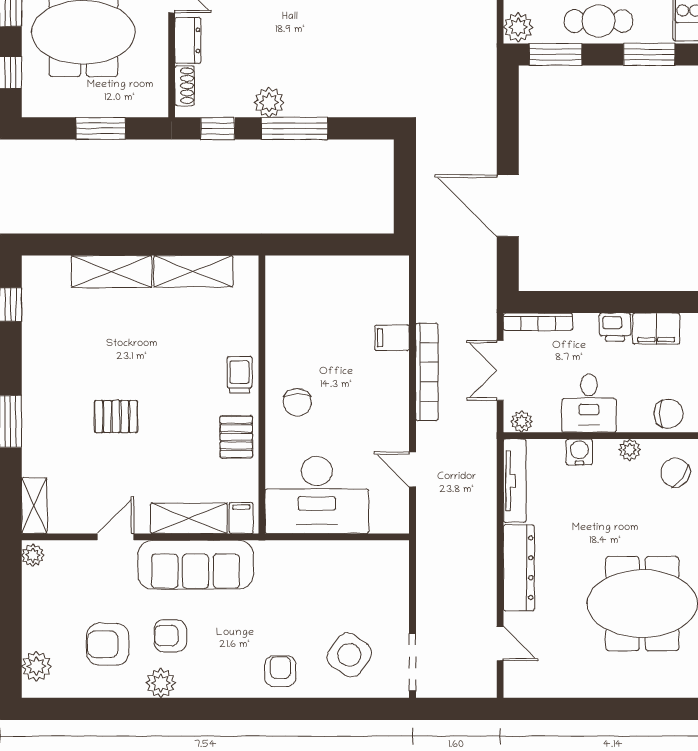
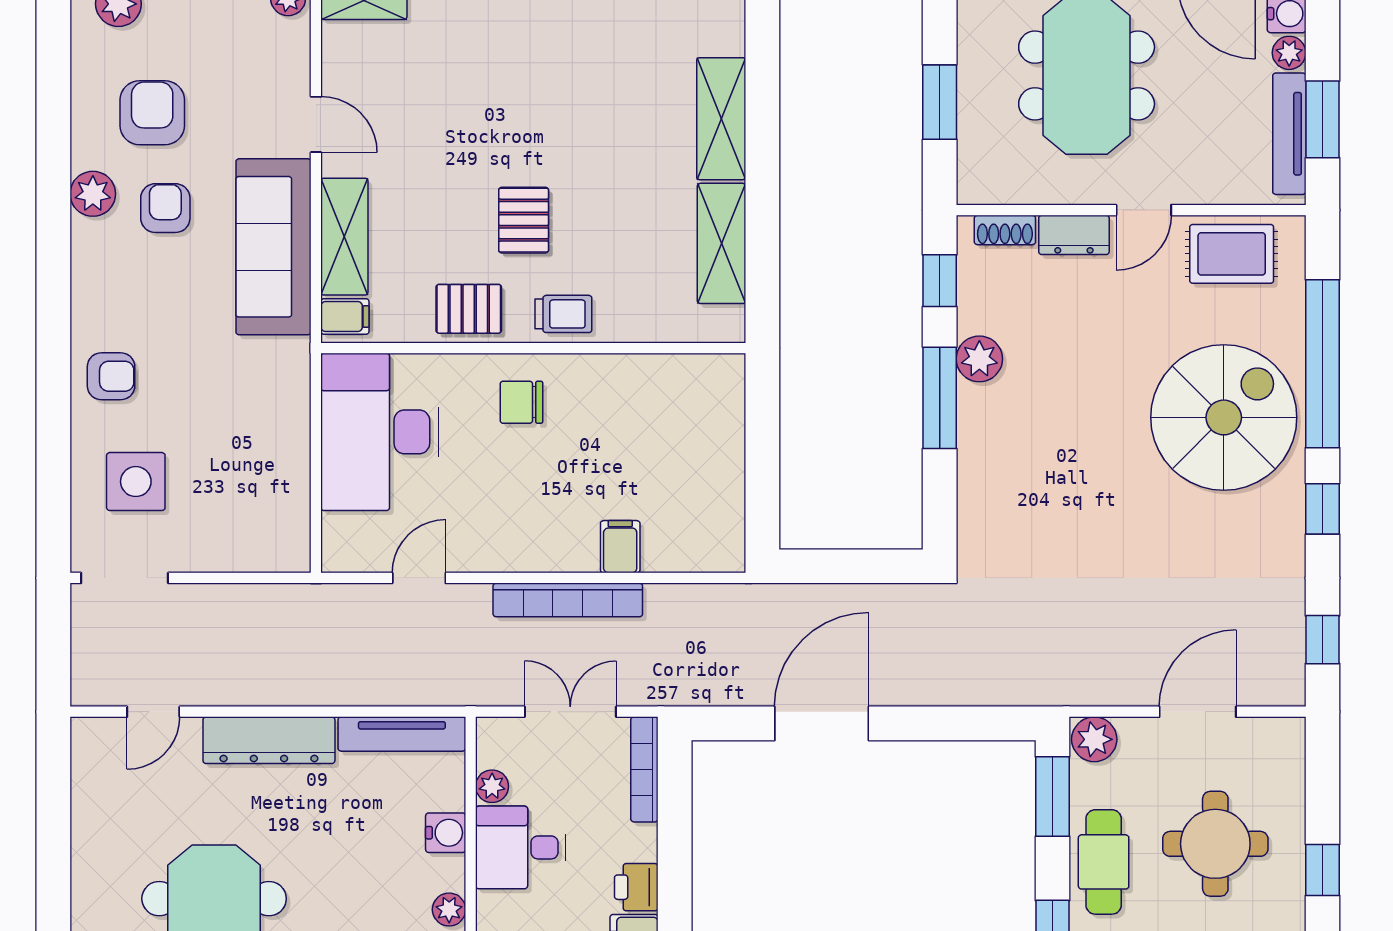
pallet: (116, 417) -> (524, 220), moved
plant: (522, 422) -> (492, 786), moved
side table: (349, 655) -> (136, 482), turned -34

